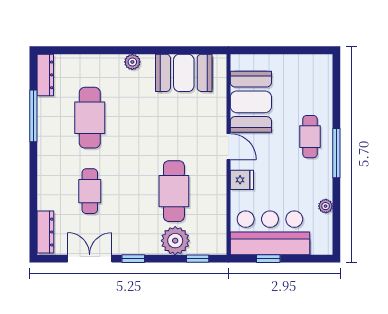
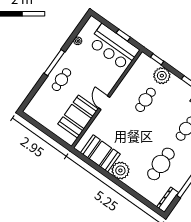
plant: (132, 62) -> (120, 170), width x1.87, depth x1.87
fridge: (242, 180) -> (109, 82), removed
cafe table: (174, 191) -> (146, 100), width x0.73, depth x0.74

